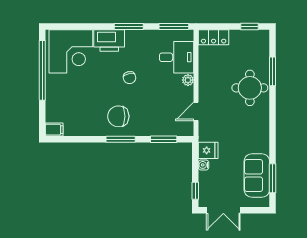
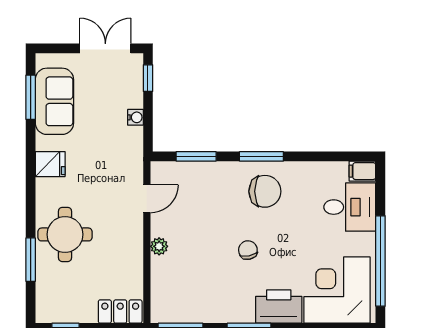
desk: (177, 57) -> (350, 207), moved, turned 180
fridge: (208, 150) -> (50, 164), moved, turned 180

